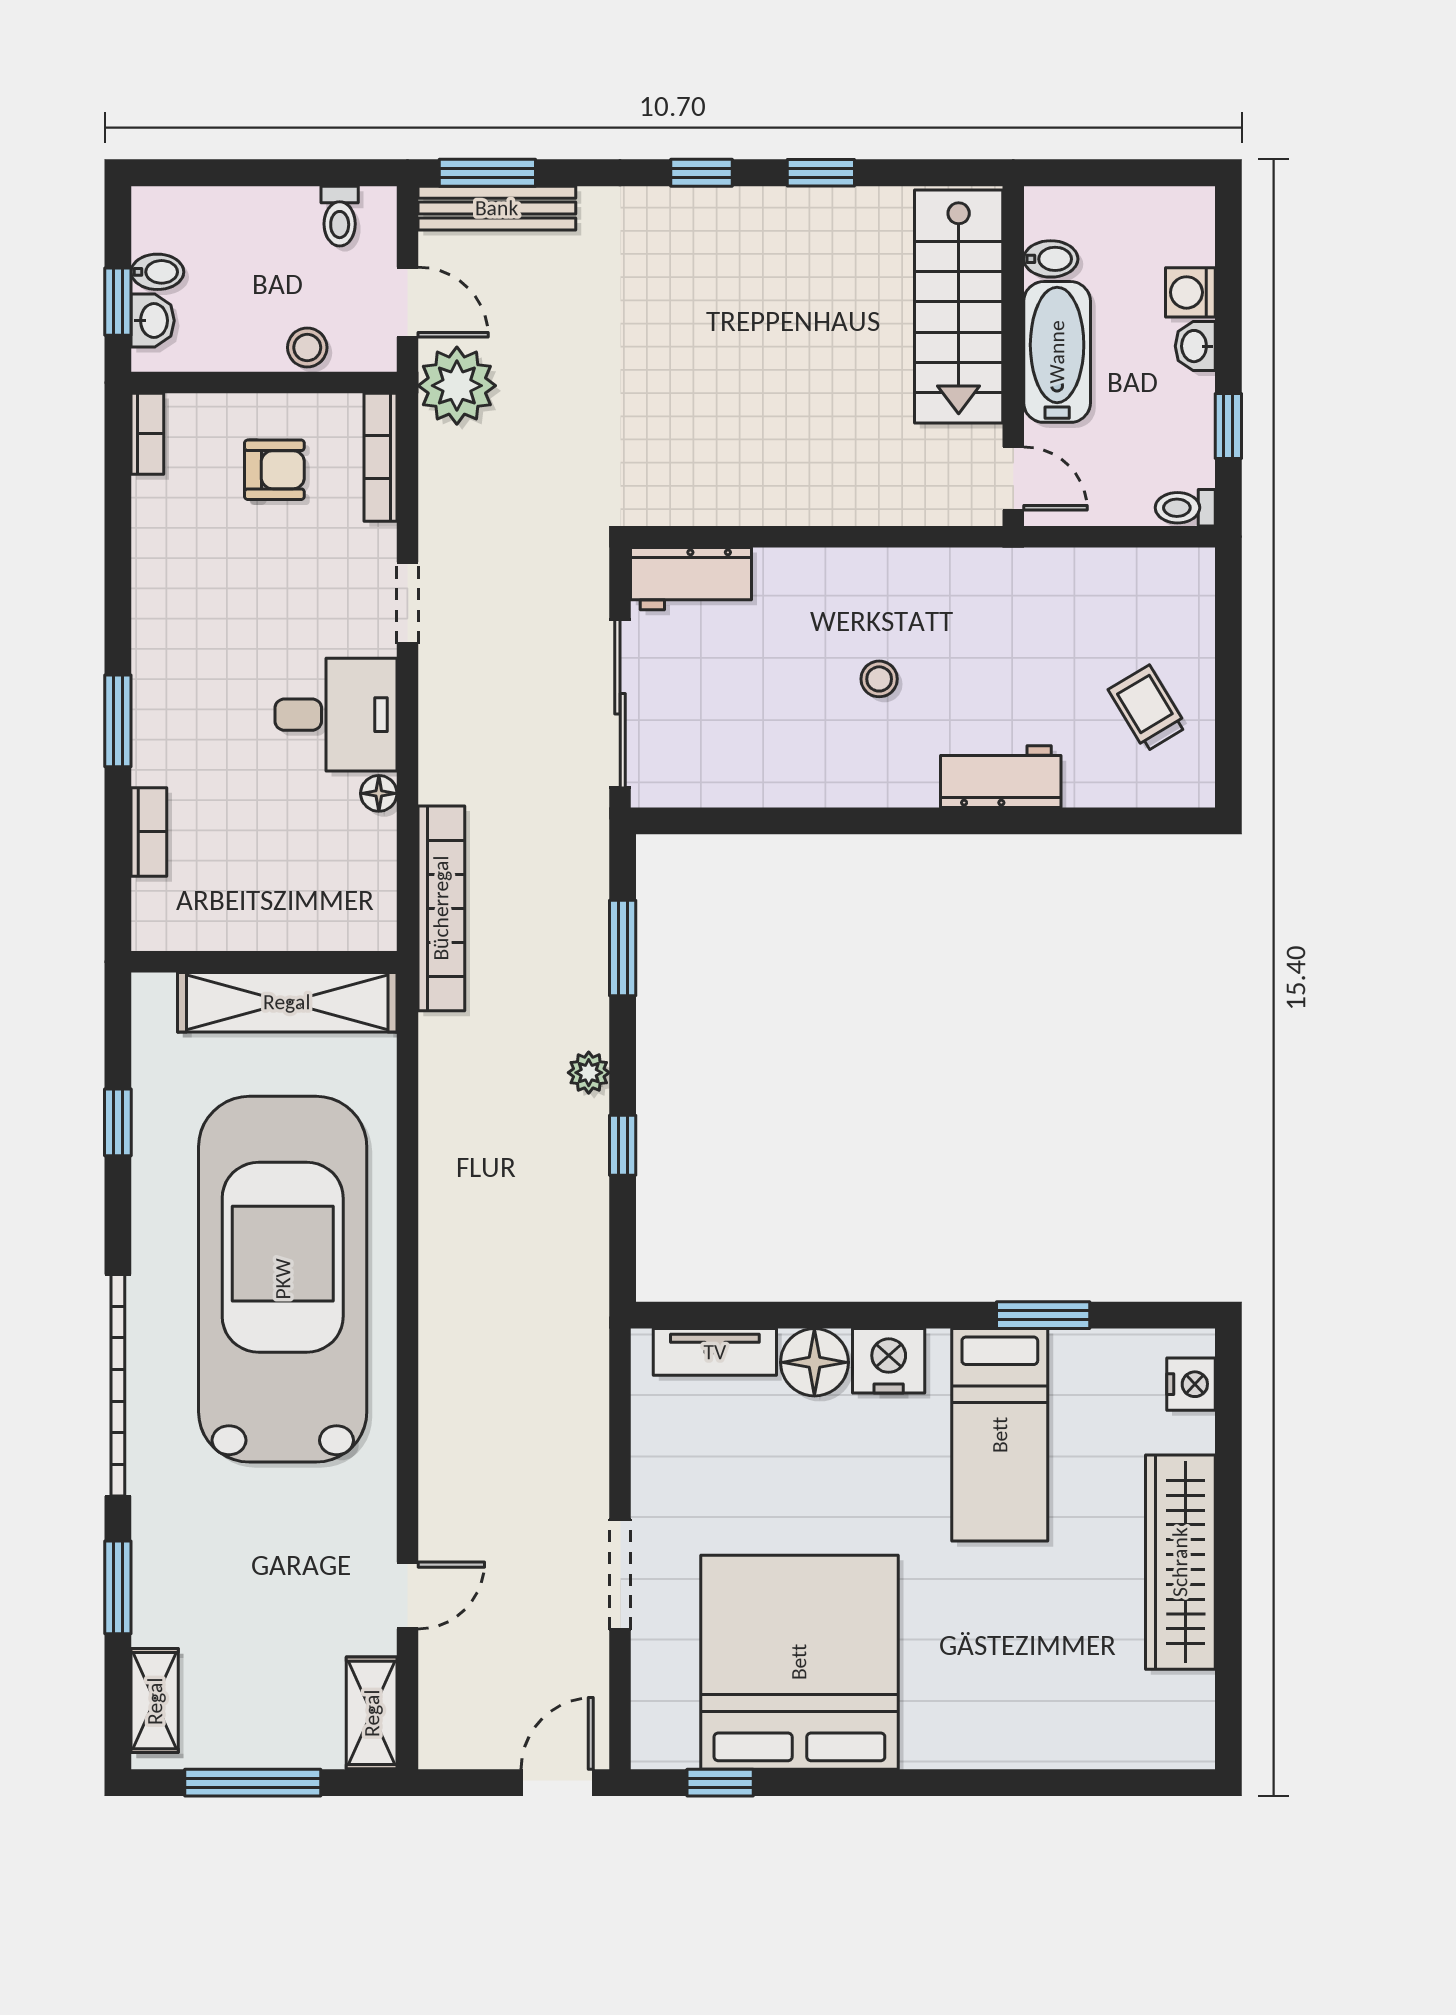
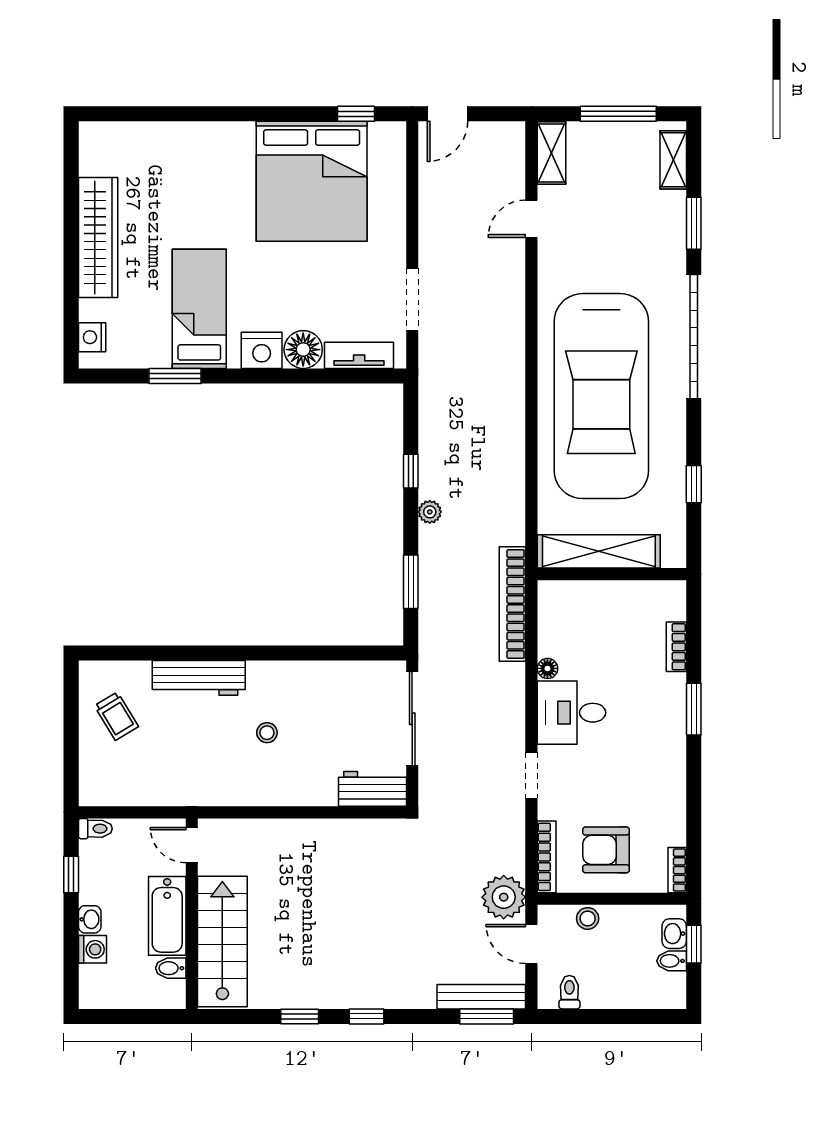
armchair: (274, 470) -> (606, 850), width x1.38, depth x1.38
workbench: (1001, 777) -> (199, 678), width x1.38
doorway: (620, 1574) -> (412, 299), moved

